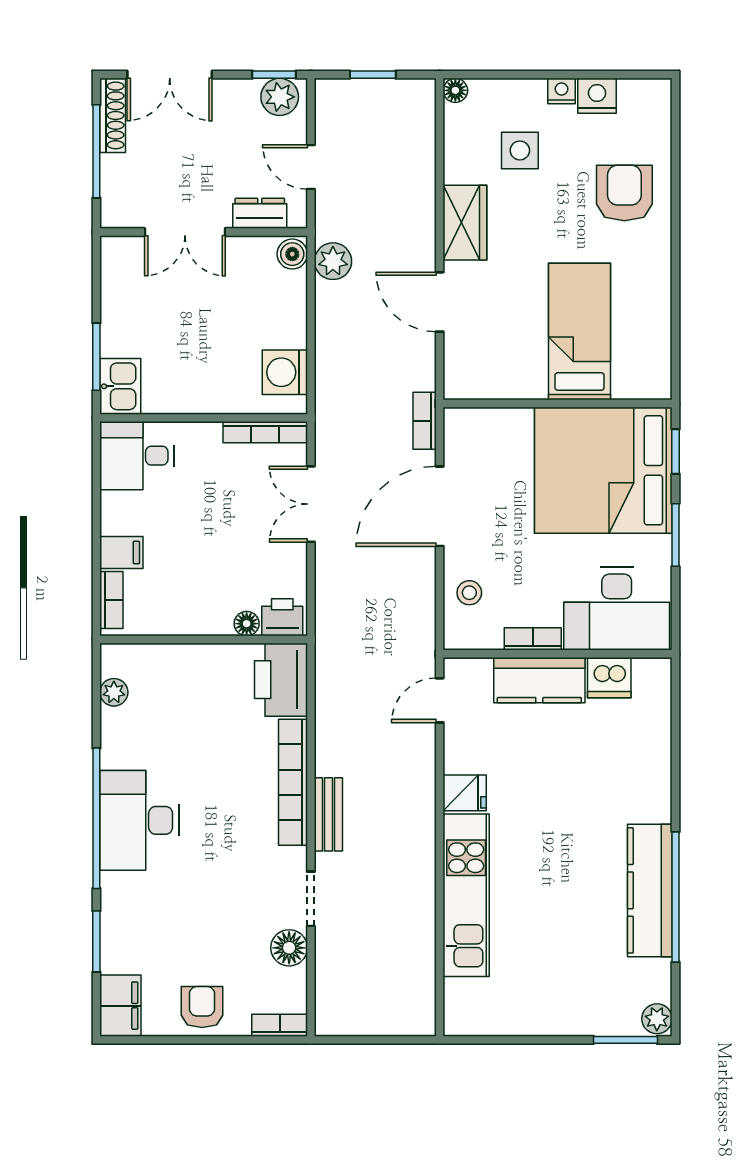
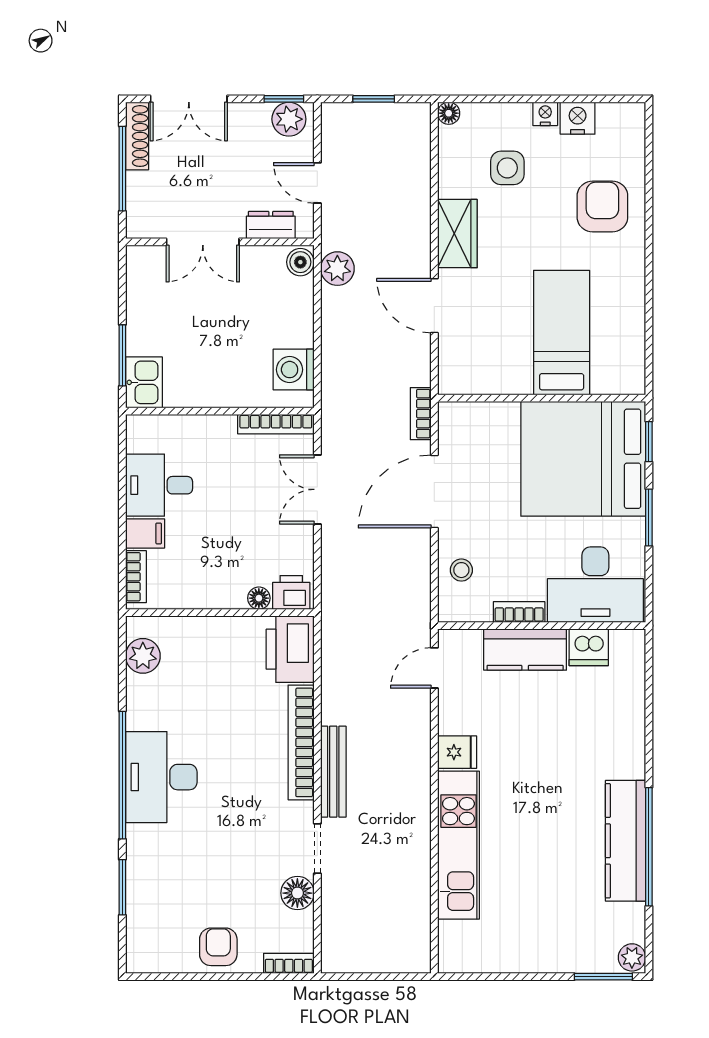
desk: (137, 456) -> (159, 485), moved
plant: (114, 692) -> (143, 656), width x1.38, depth x1.38
bench: (328, 814) -> (333, 772), width x1.36
filing cabinet: (120, 1006) -> (144, 946), removed

